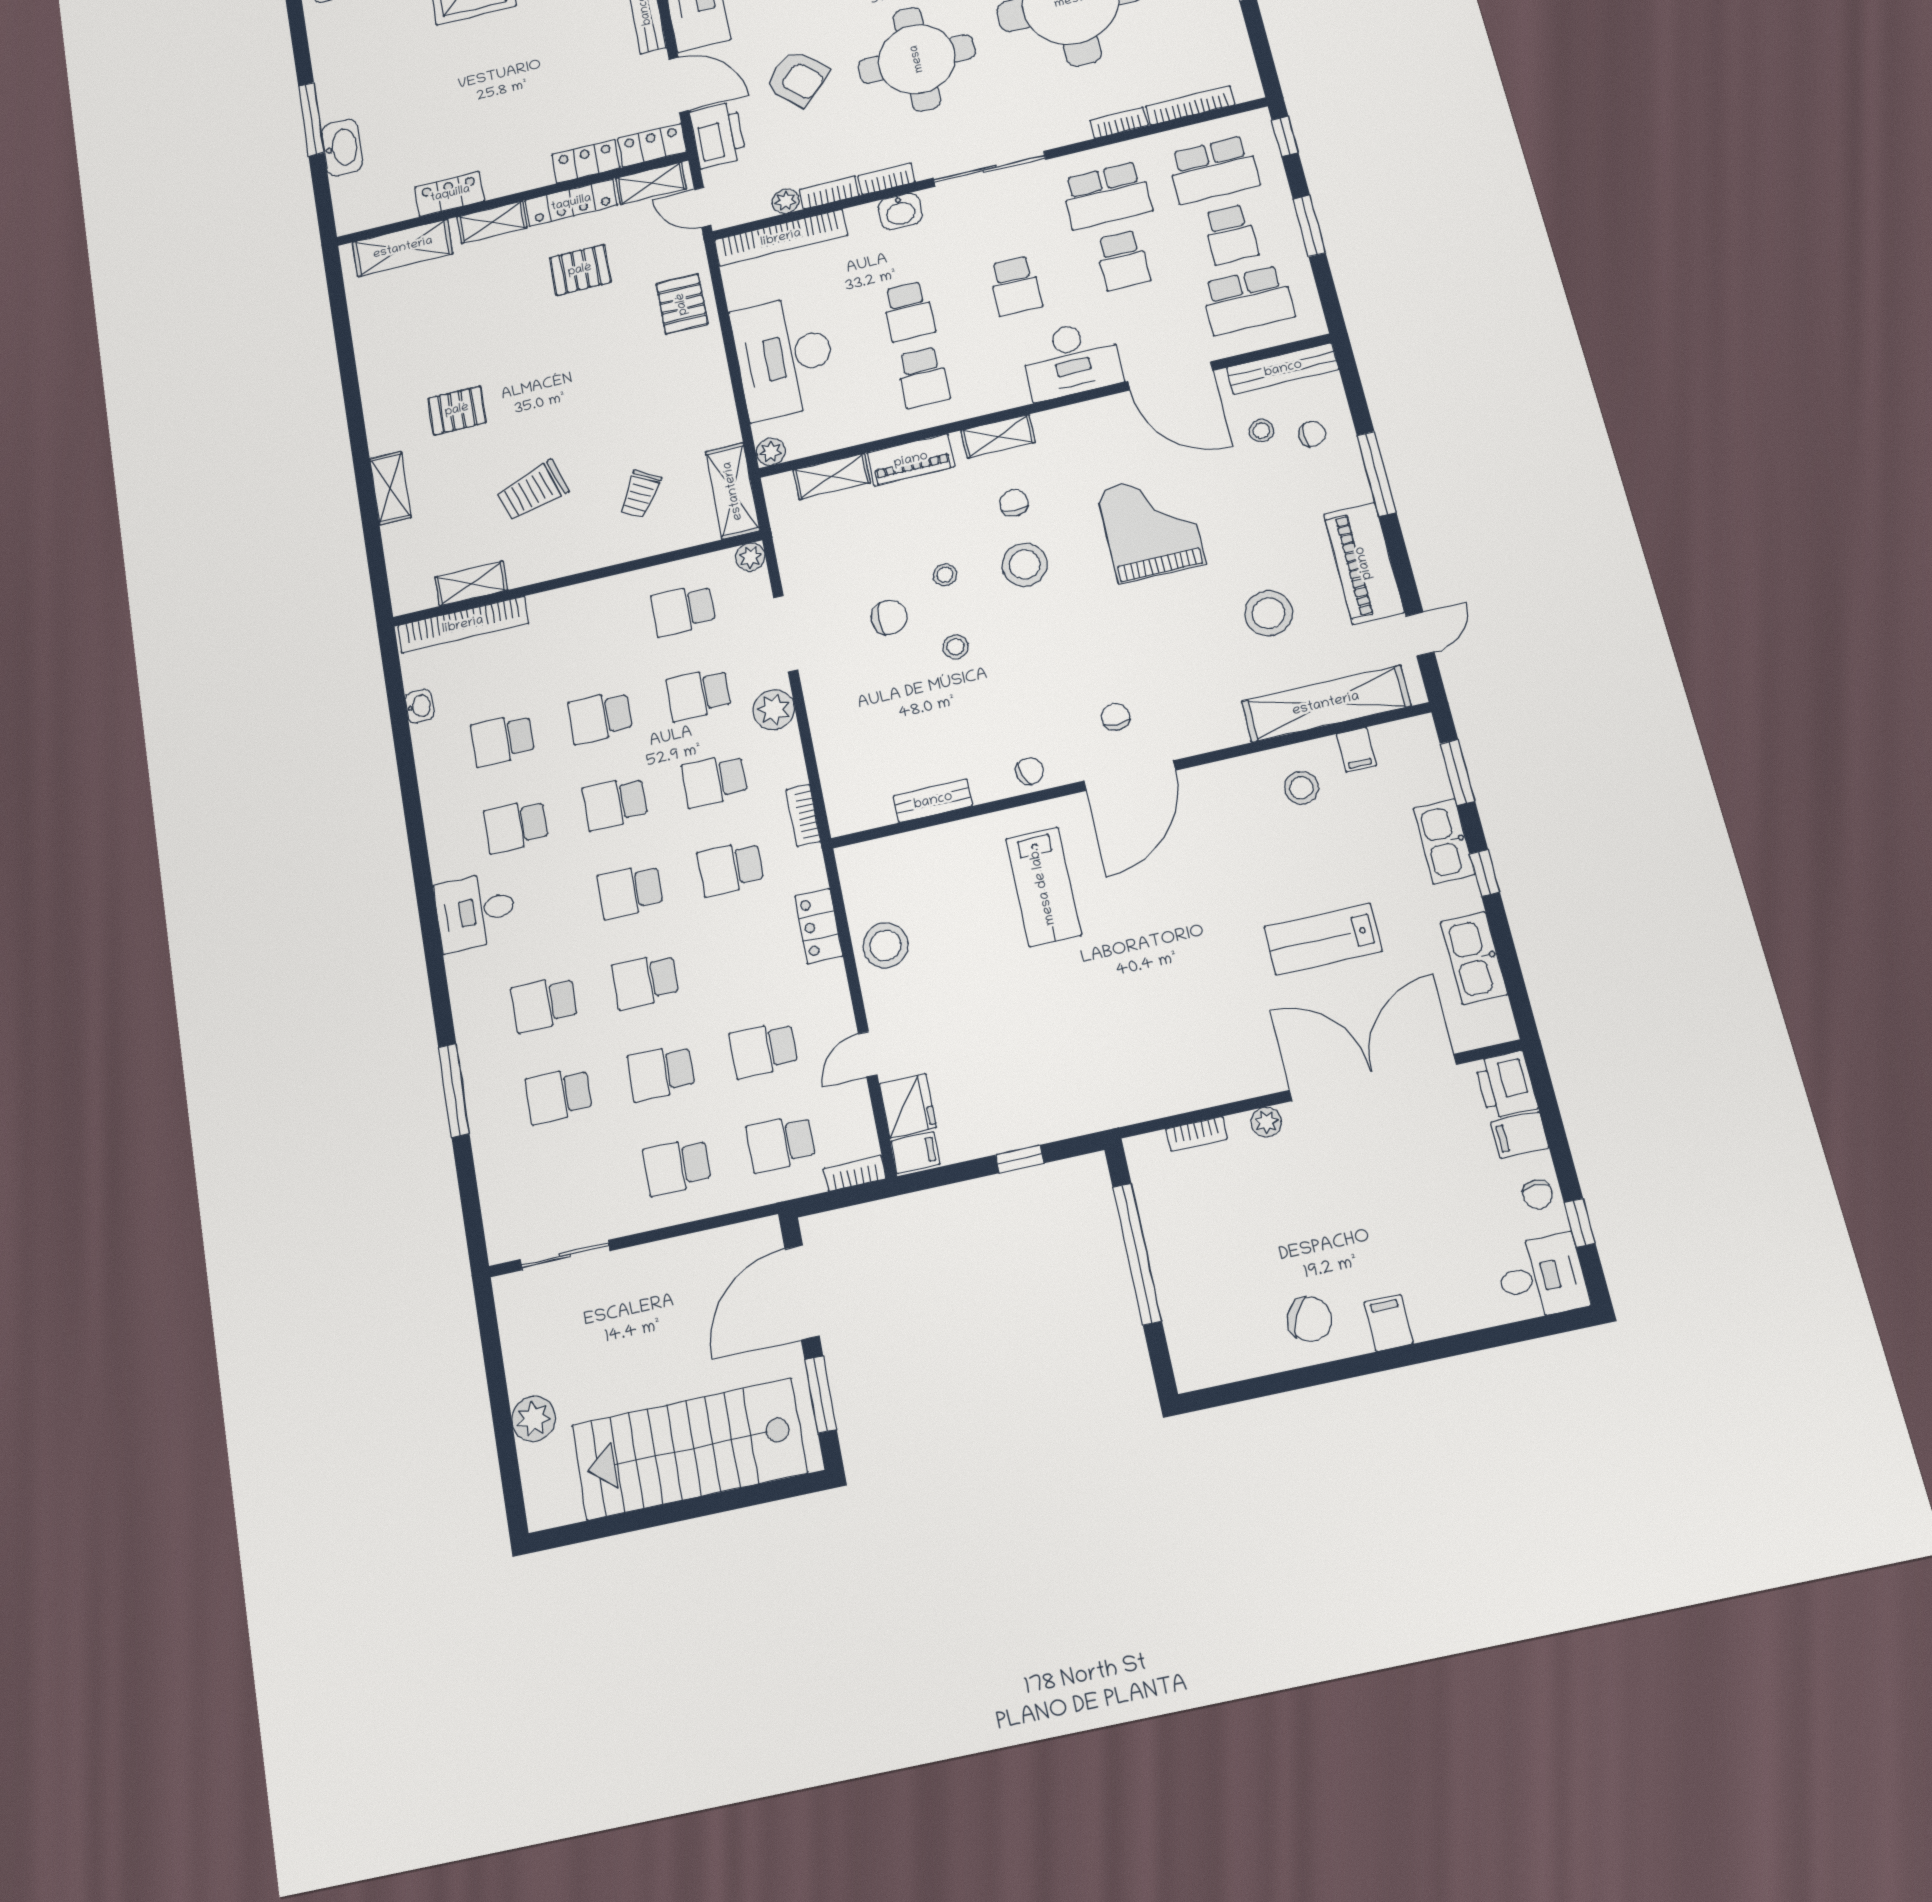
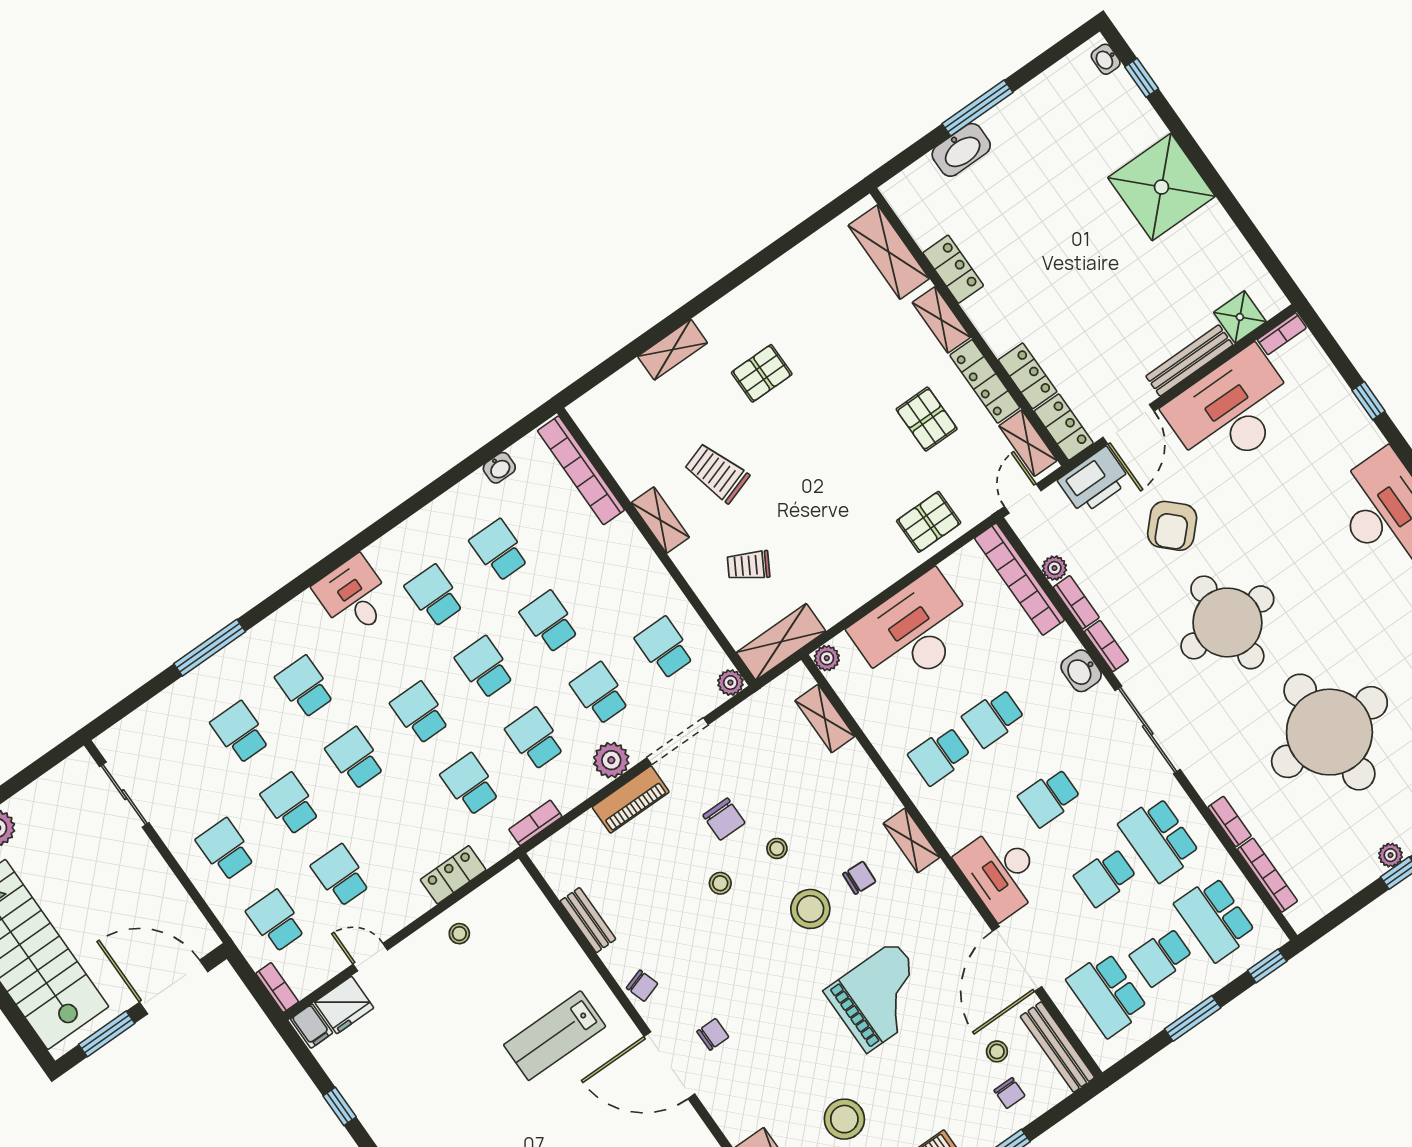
pallet: (457, 410) -> (762, 373), turned 90
piano: (911, 460) -> (631, 799), moved, turned -90
shelving: (471, 584) -> (660, 520), moved
stool: (886, 945) -> (459, 934), width x0.53, depth x0.53

